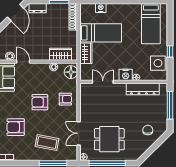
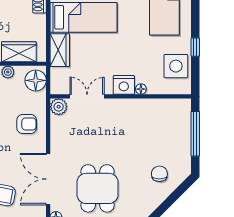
plant: (85, 88) -> (59, 107), added
dresser: (143, 89) -> (151, 108), removed
double door: (79, 133) -> (48, 179), width x1.37
dining table: (109, 139) -> (98, 188), turned 90

